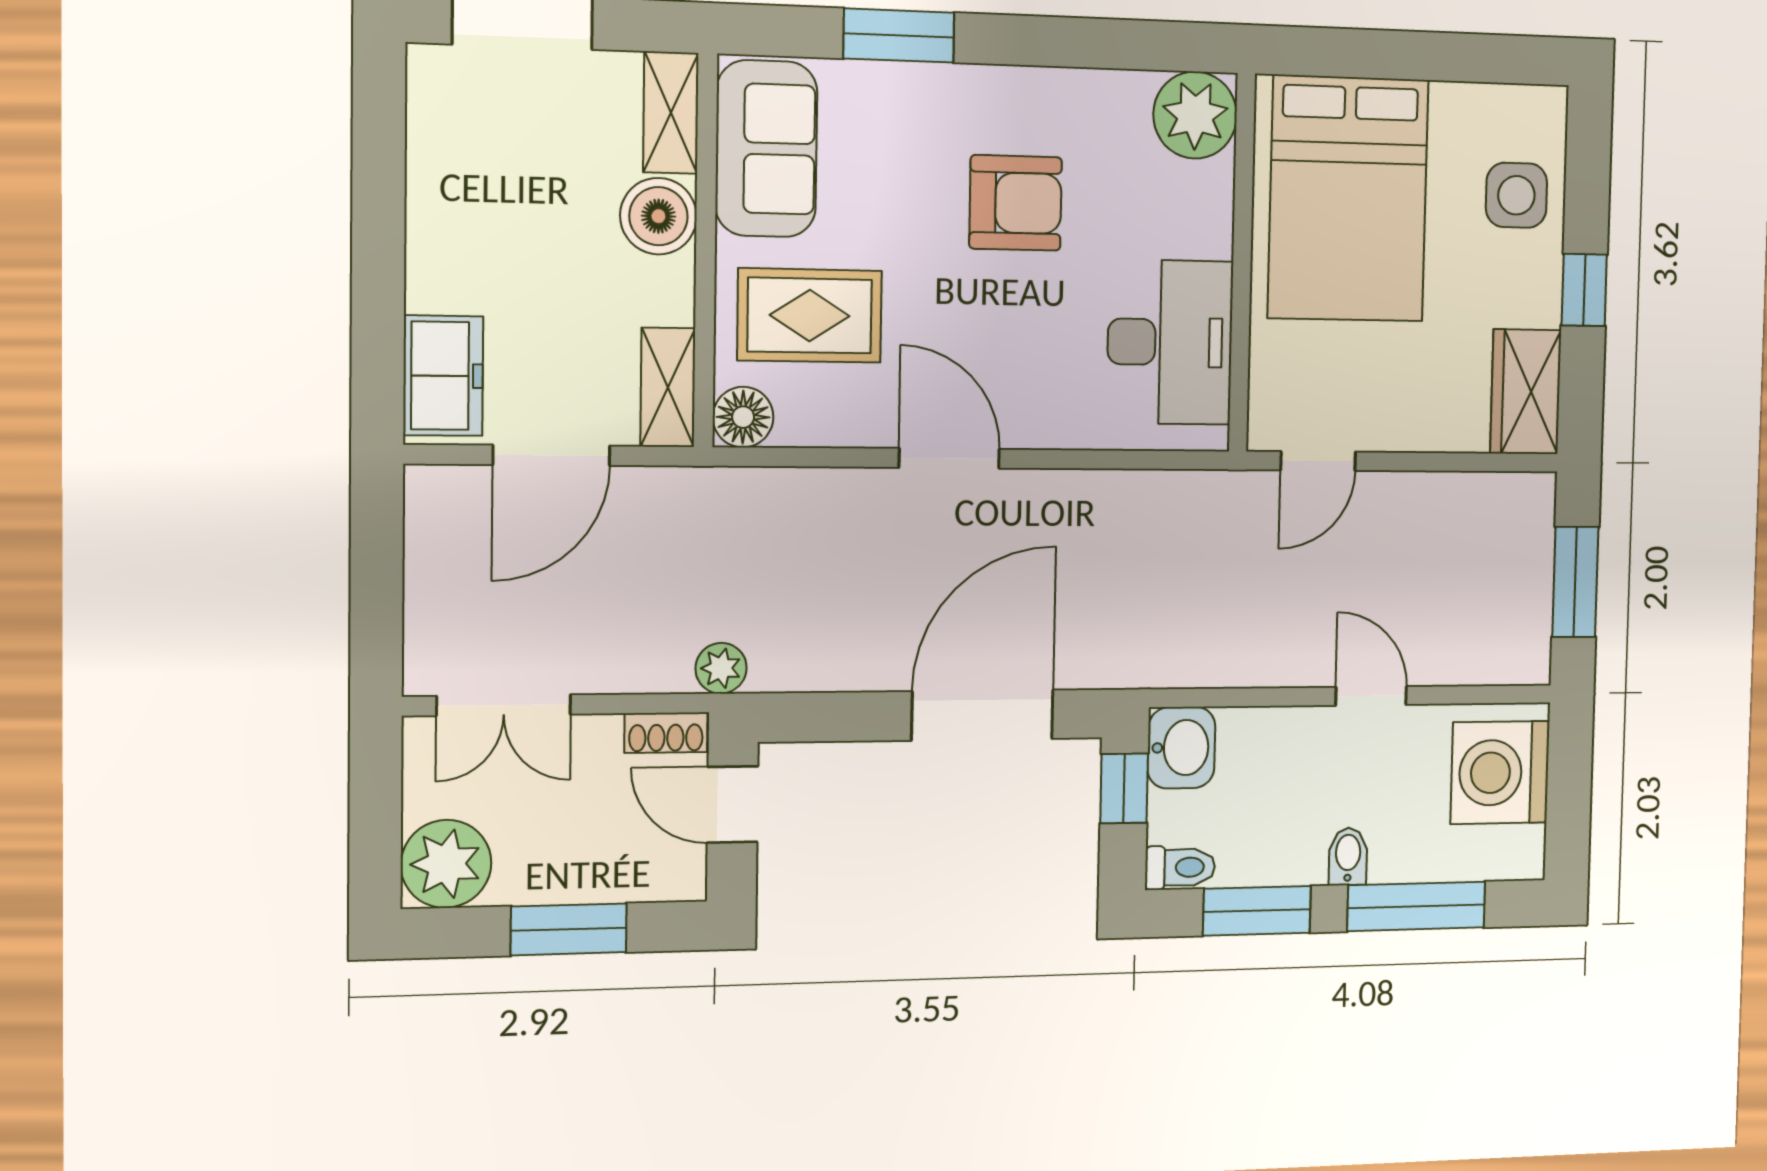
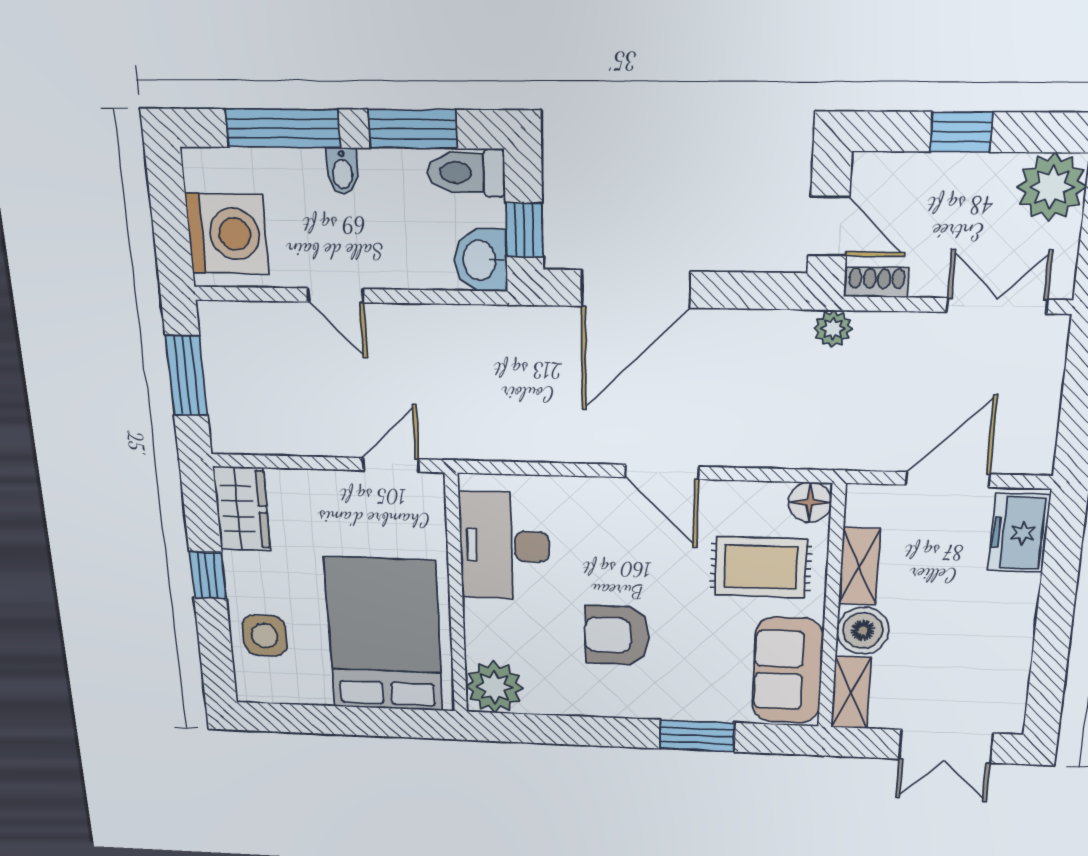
shelving: (668, 387) -> (859, 566), moved
toilet: (1180, 867) -> (466, 173), width x1.37, depth x1.39
window: (569, 929) -> (961, 132), width x0.67

